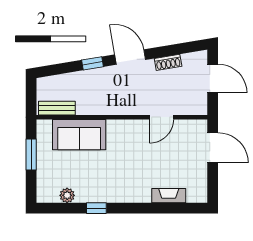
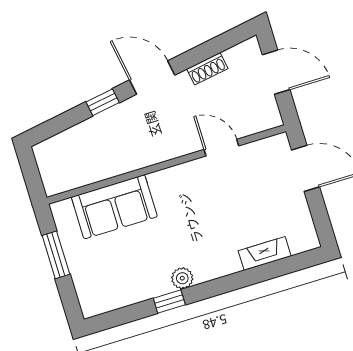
bench: (57, 108) -> (72, 179), removed
door: (162, 117) -> (221, 148), swing flipped
plant: (67, 195) -> (182, 278), moved

